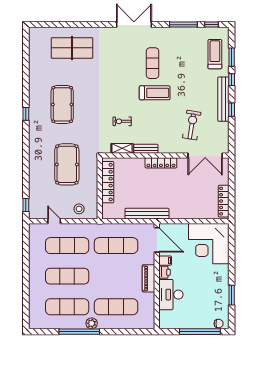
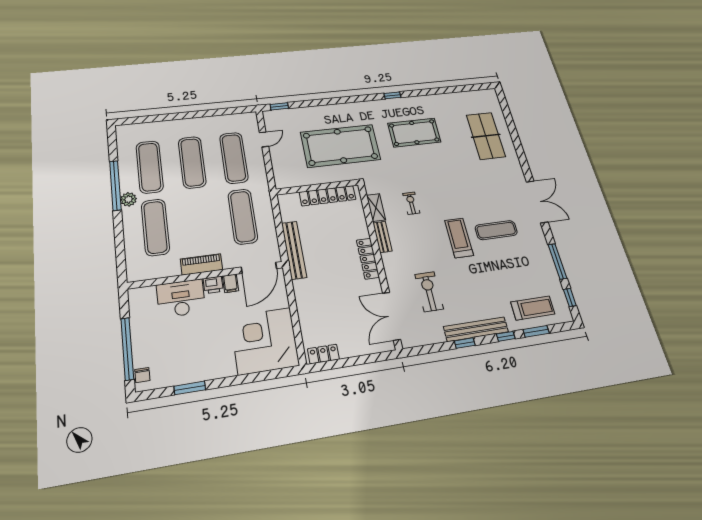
treadmill: (155, 93) -> (459, 238), turned 180
exercise bike: (192, 125) -> (429, 292), turned -99
pool table: (67, 164) -> (340, 146), width x1.36, depth x1.32
locker: (224, 201) -> (323, 354), width x0.66
stool: (79, 209) -> (285, 166), removed

